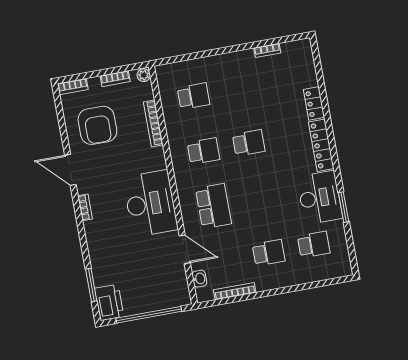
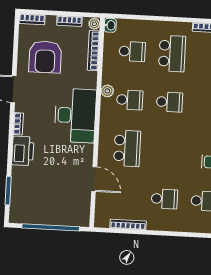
school desk: (239, 88) -> (172, 54), added
bookcase: (153, 123) -> (94, 51), moved
plant: (176, 147) -> (107, 91), added
desk: (150, 203) -> (75, 115), moved
washbasin: (199, 279) -> (110, 25), moved
printer: (109, 302) -> (23, 151), moved

